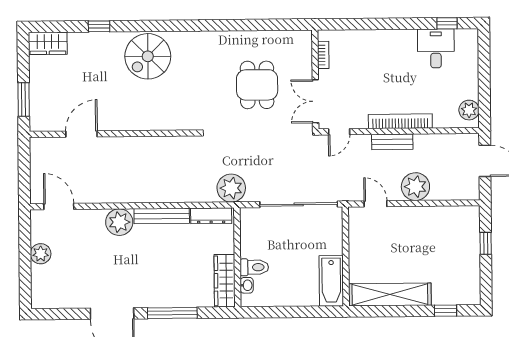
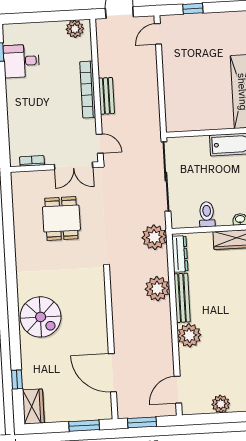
window: (99, 26) -> (17, 380), moved
dining table: (257, 85) -> (61, 218), turned 90
door: (81, 134) -> (112, 373), width x1.36
window: (24, 165) -> (142, 422), added
plant: (415, 187) -> (157, 289), moved
door: (376, 204) -> (158, 34), moved
toilet: (254, 267) -> (207, 214), moved

